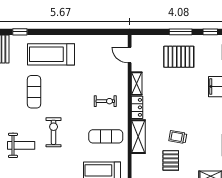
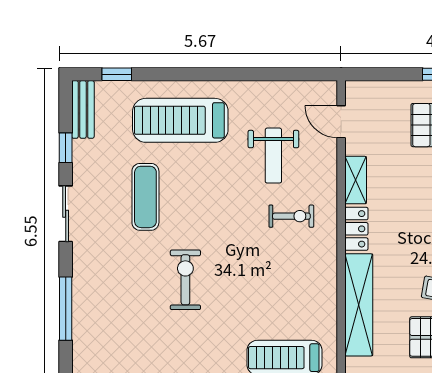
exercise mat: (106, 136) -> (292, 288), removed
shelving: (138, 137) -> (359, 305), width x1.47
weight bench: (21, 145) -> (273, 156), moved, turned 90

